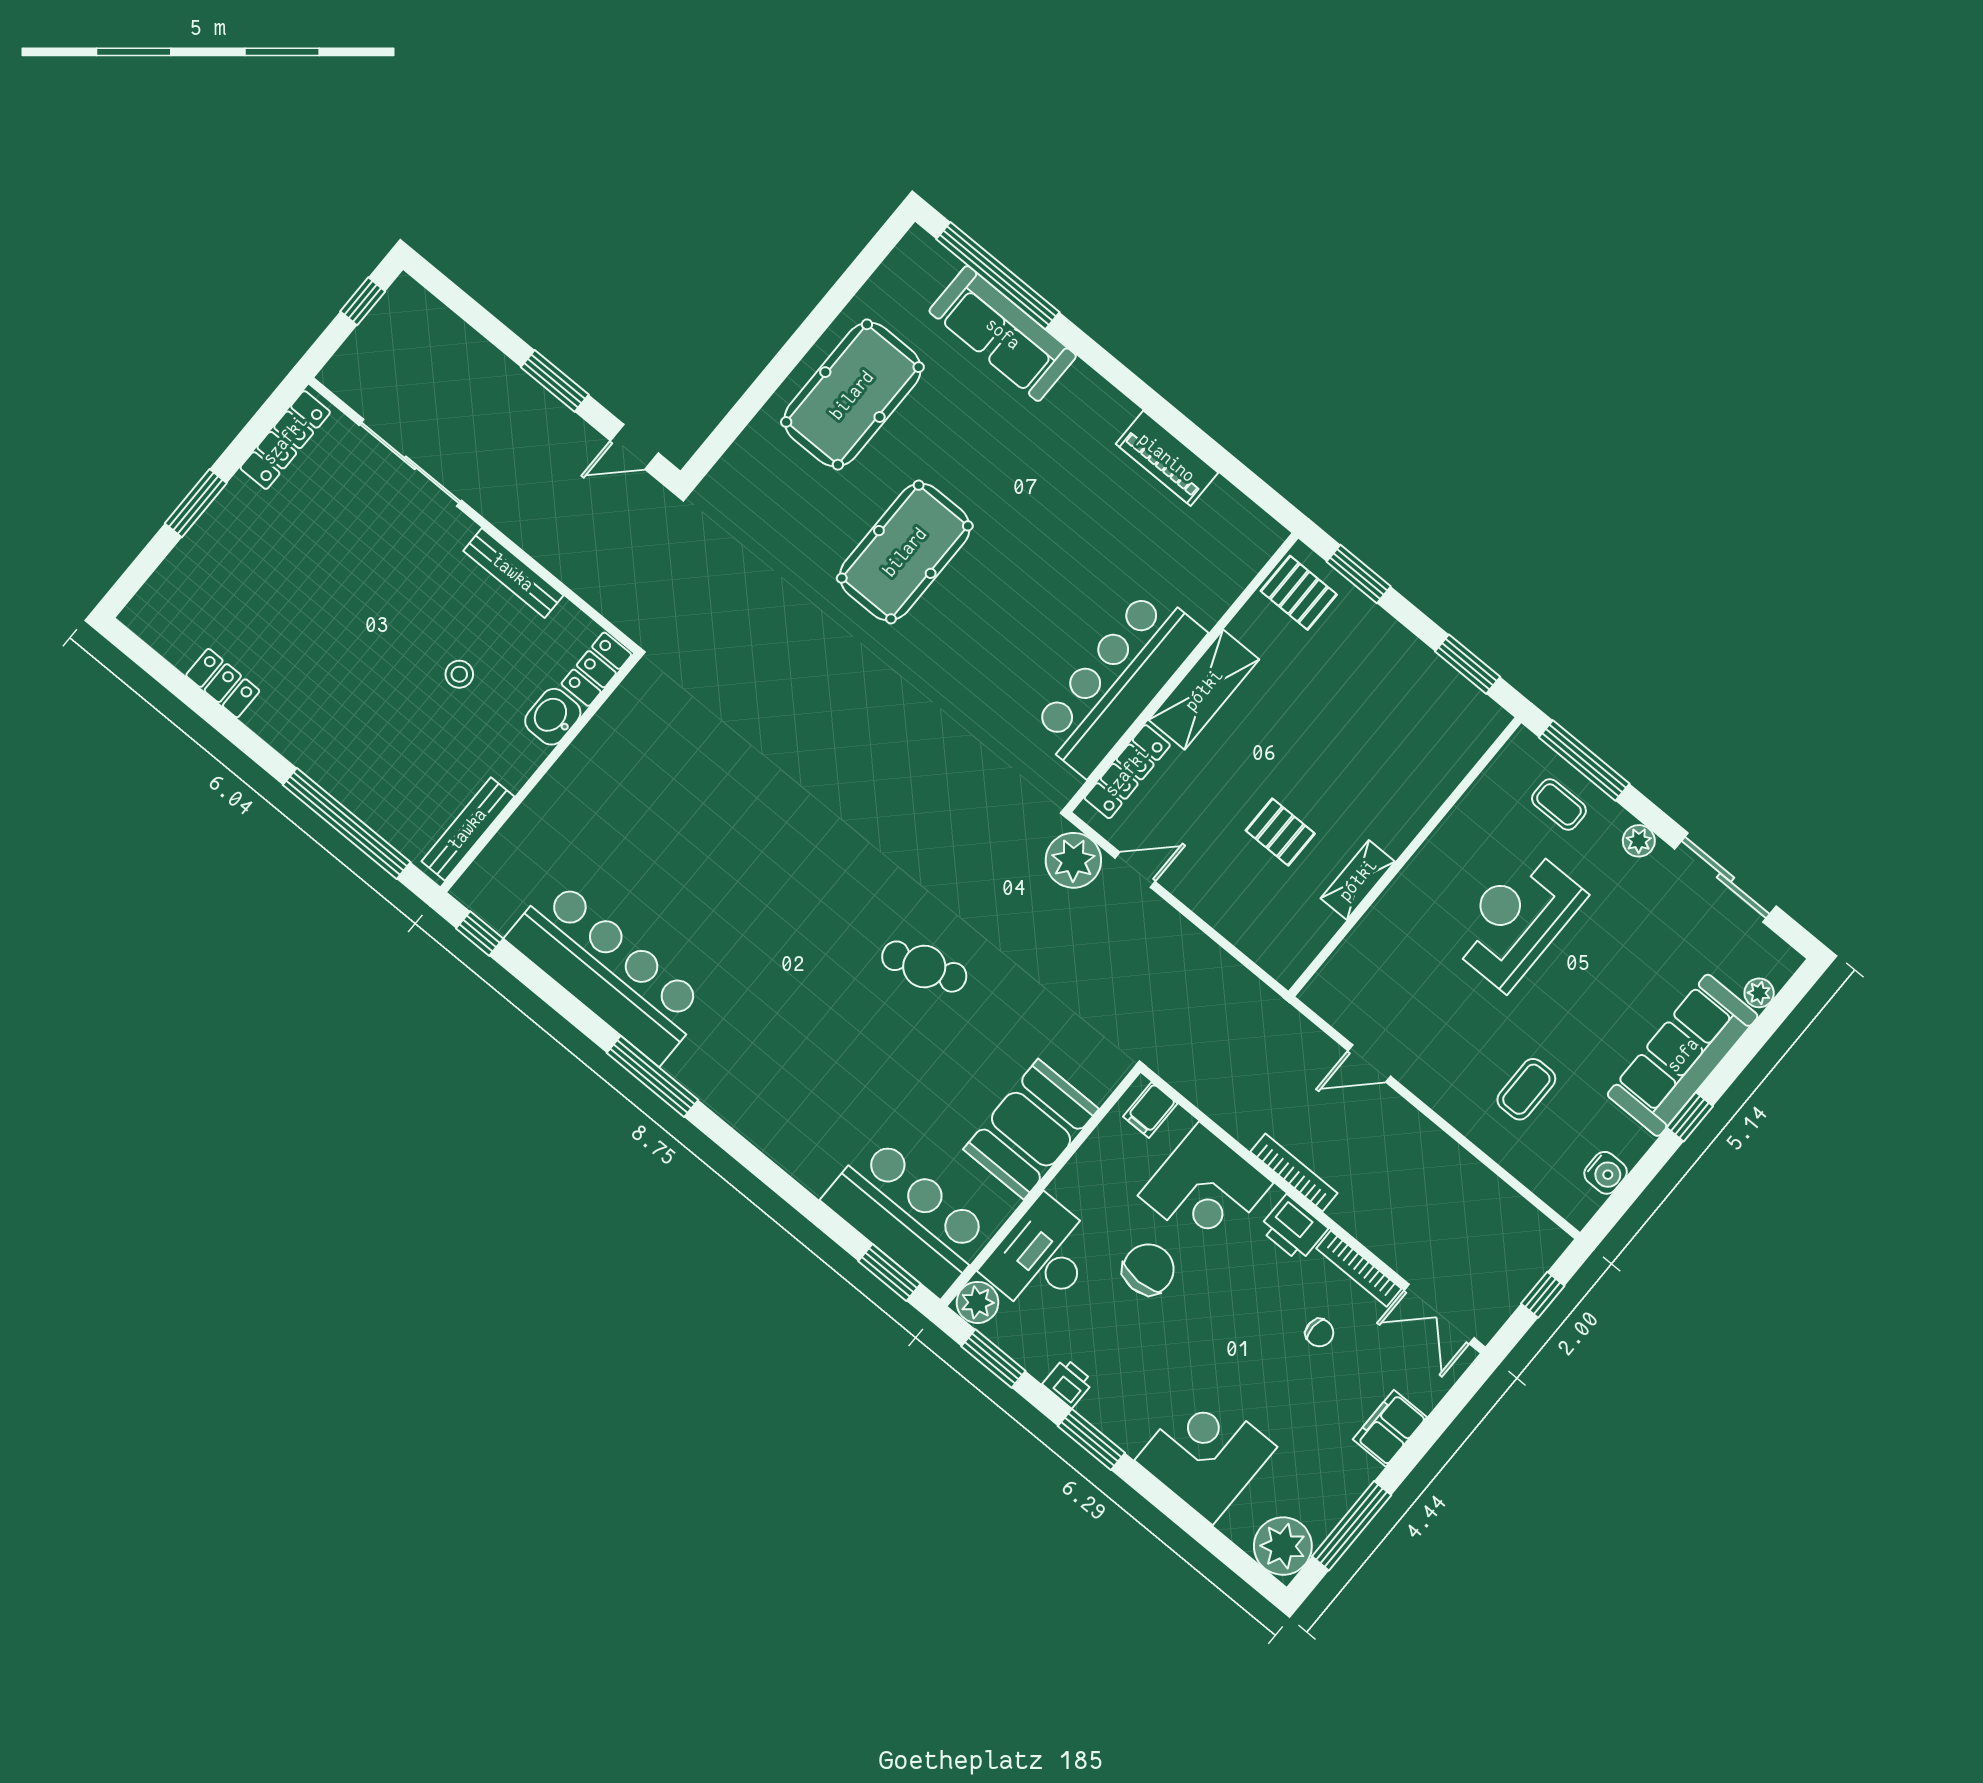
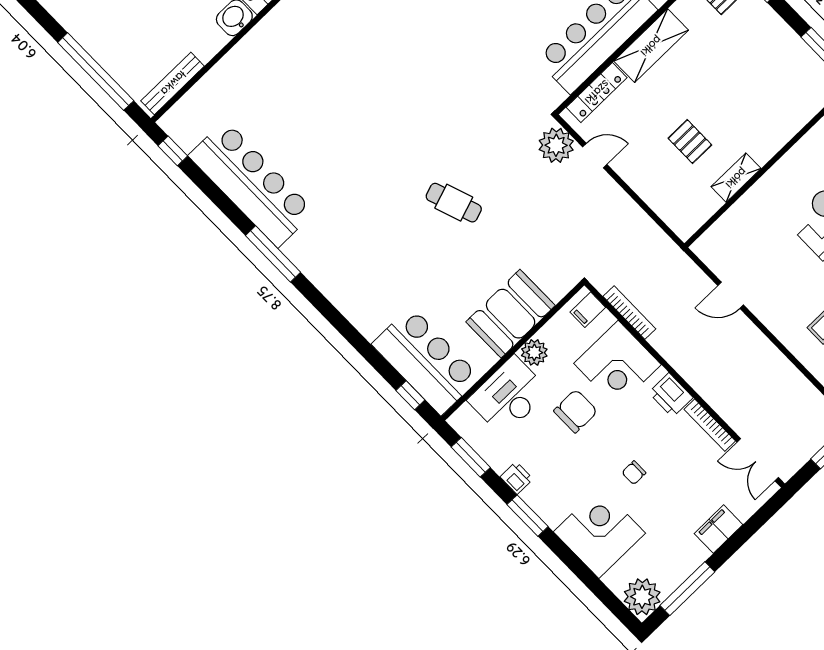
bookcase: (1294, 1172) -> (629, 313), moved
window: (889, 1272) -> (410, 395), width x0.67
plant: (977, 1302) -> (534, 352), moved
chair: (1319, 1333) -> (634, 473), moved, turned 88

